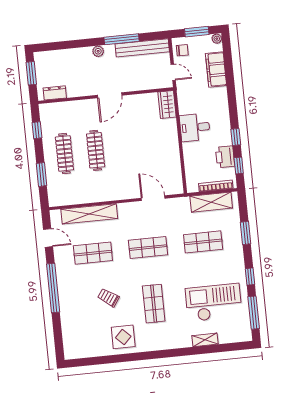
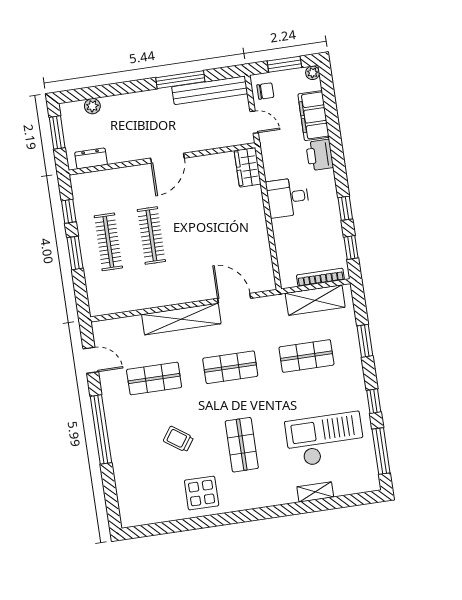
plant: (98, 51) -> (92, 106), moved
printer: (225, 157) -> (320, 155), moved
window: (42, 174) -> (75, 253), moved
shelving: (89, 214) -> (181, 319), moved

